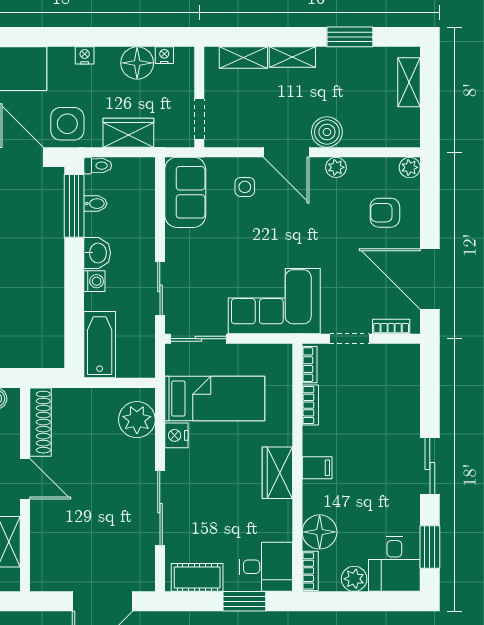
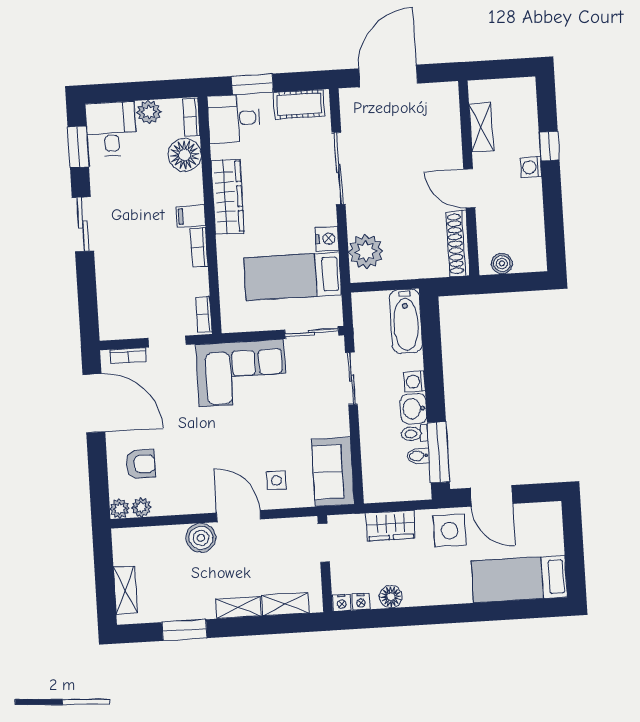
nightstand: (85, 55) -> (342, 603), moved
floor lamp: (137, 63) -> (391, 597), width x0.73, depth x0.73
toilet: (98, 166) -> (415, 434), moved
plant: (336, 167) -> (141, 507), moved
bookcase: (310, 405) -> (199, 247), moved
wardrobe: (277, 473) -> (228, 197), width x1.50

